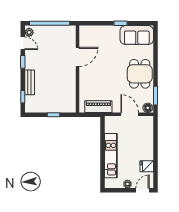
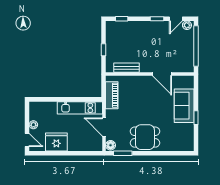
sofa: (137, 35) -> (184, 106), moved
bench: (30, 82) -> (127, 68), moved
door: (130, 114) -> (104, 127), swing flipped
kitchen unit: (111, 156) -> (80, 108), moved
fridge: (147, 166) -> (56, 142), width x1.88, depth x1.34

